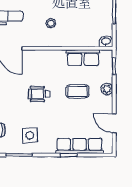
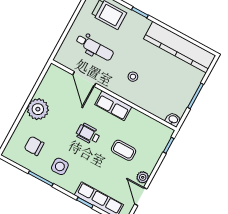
row of seats: (83, 58) -> (113, 106), moved
plant: (107, 89) -> (143, 177), moved

